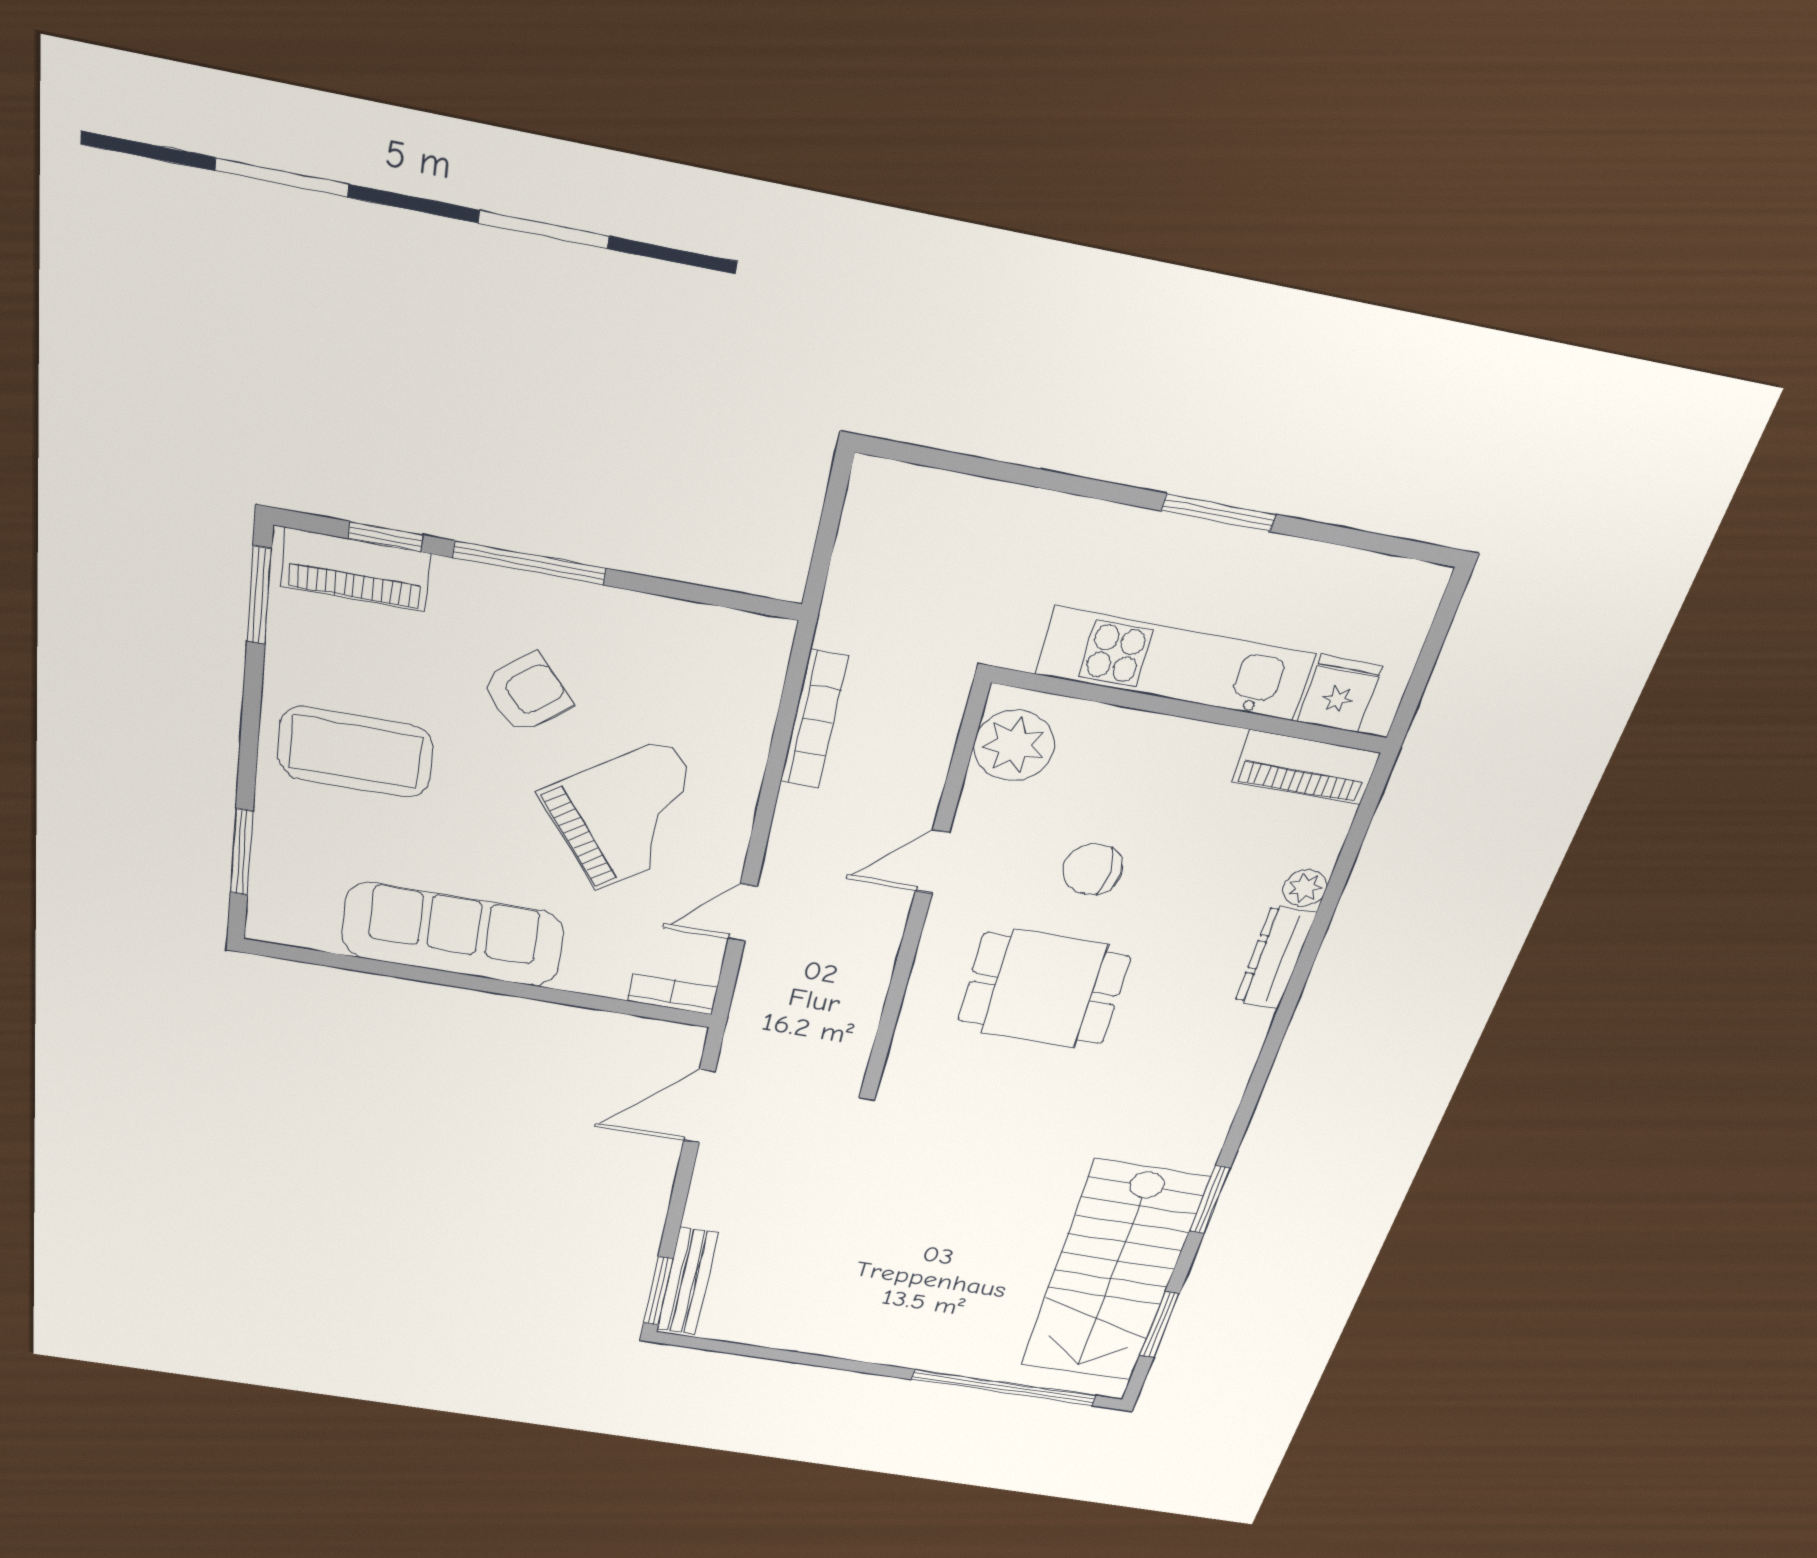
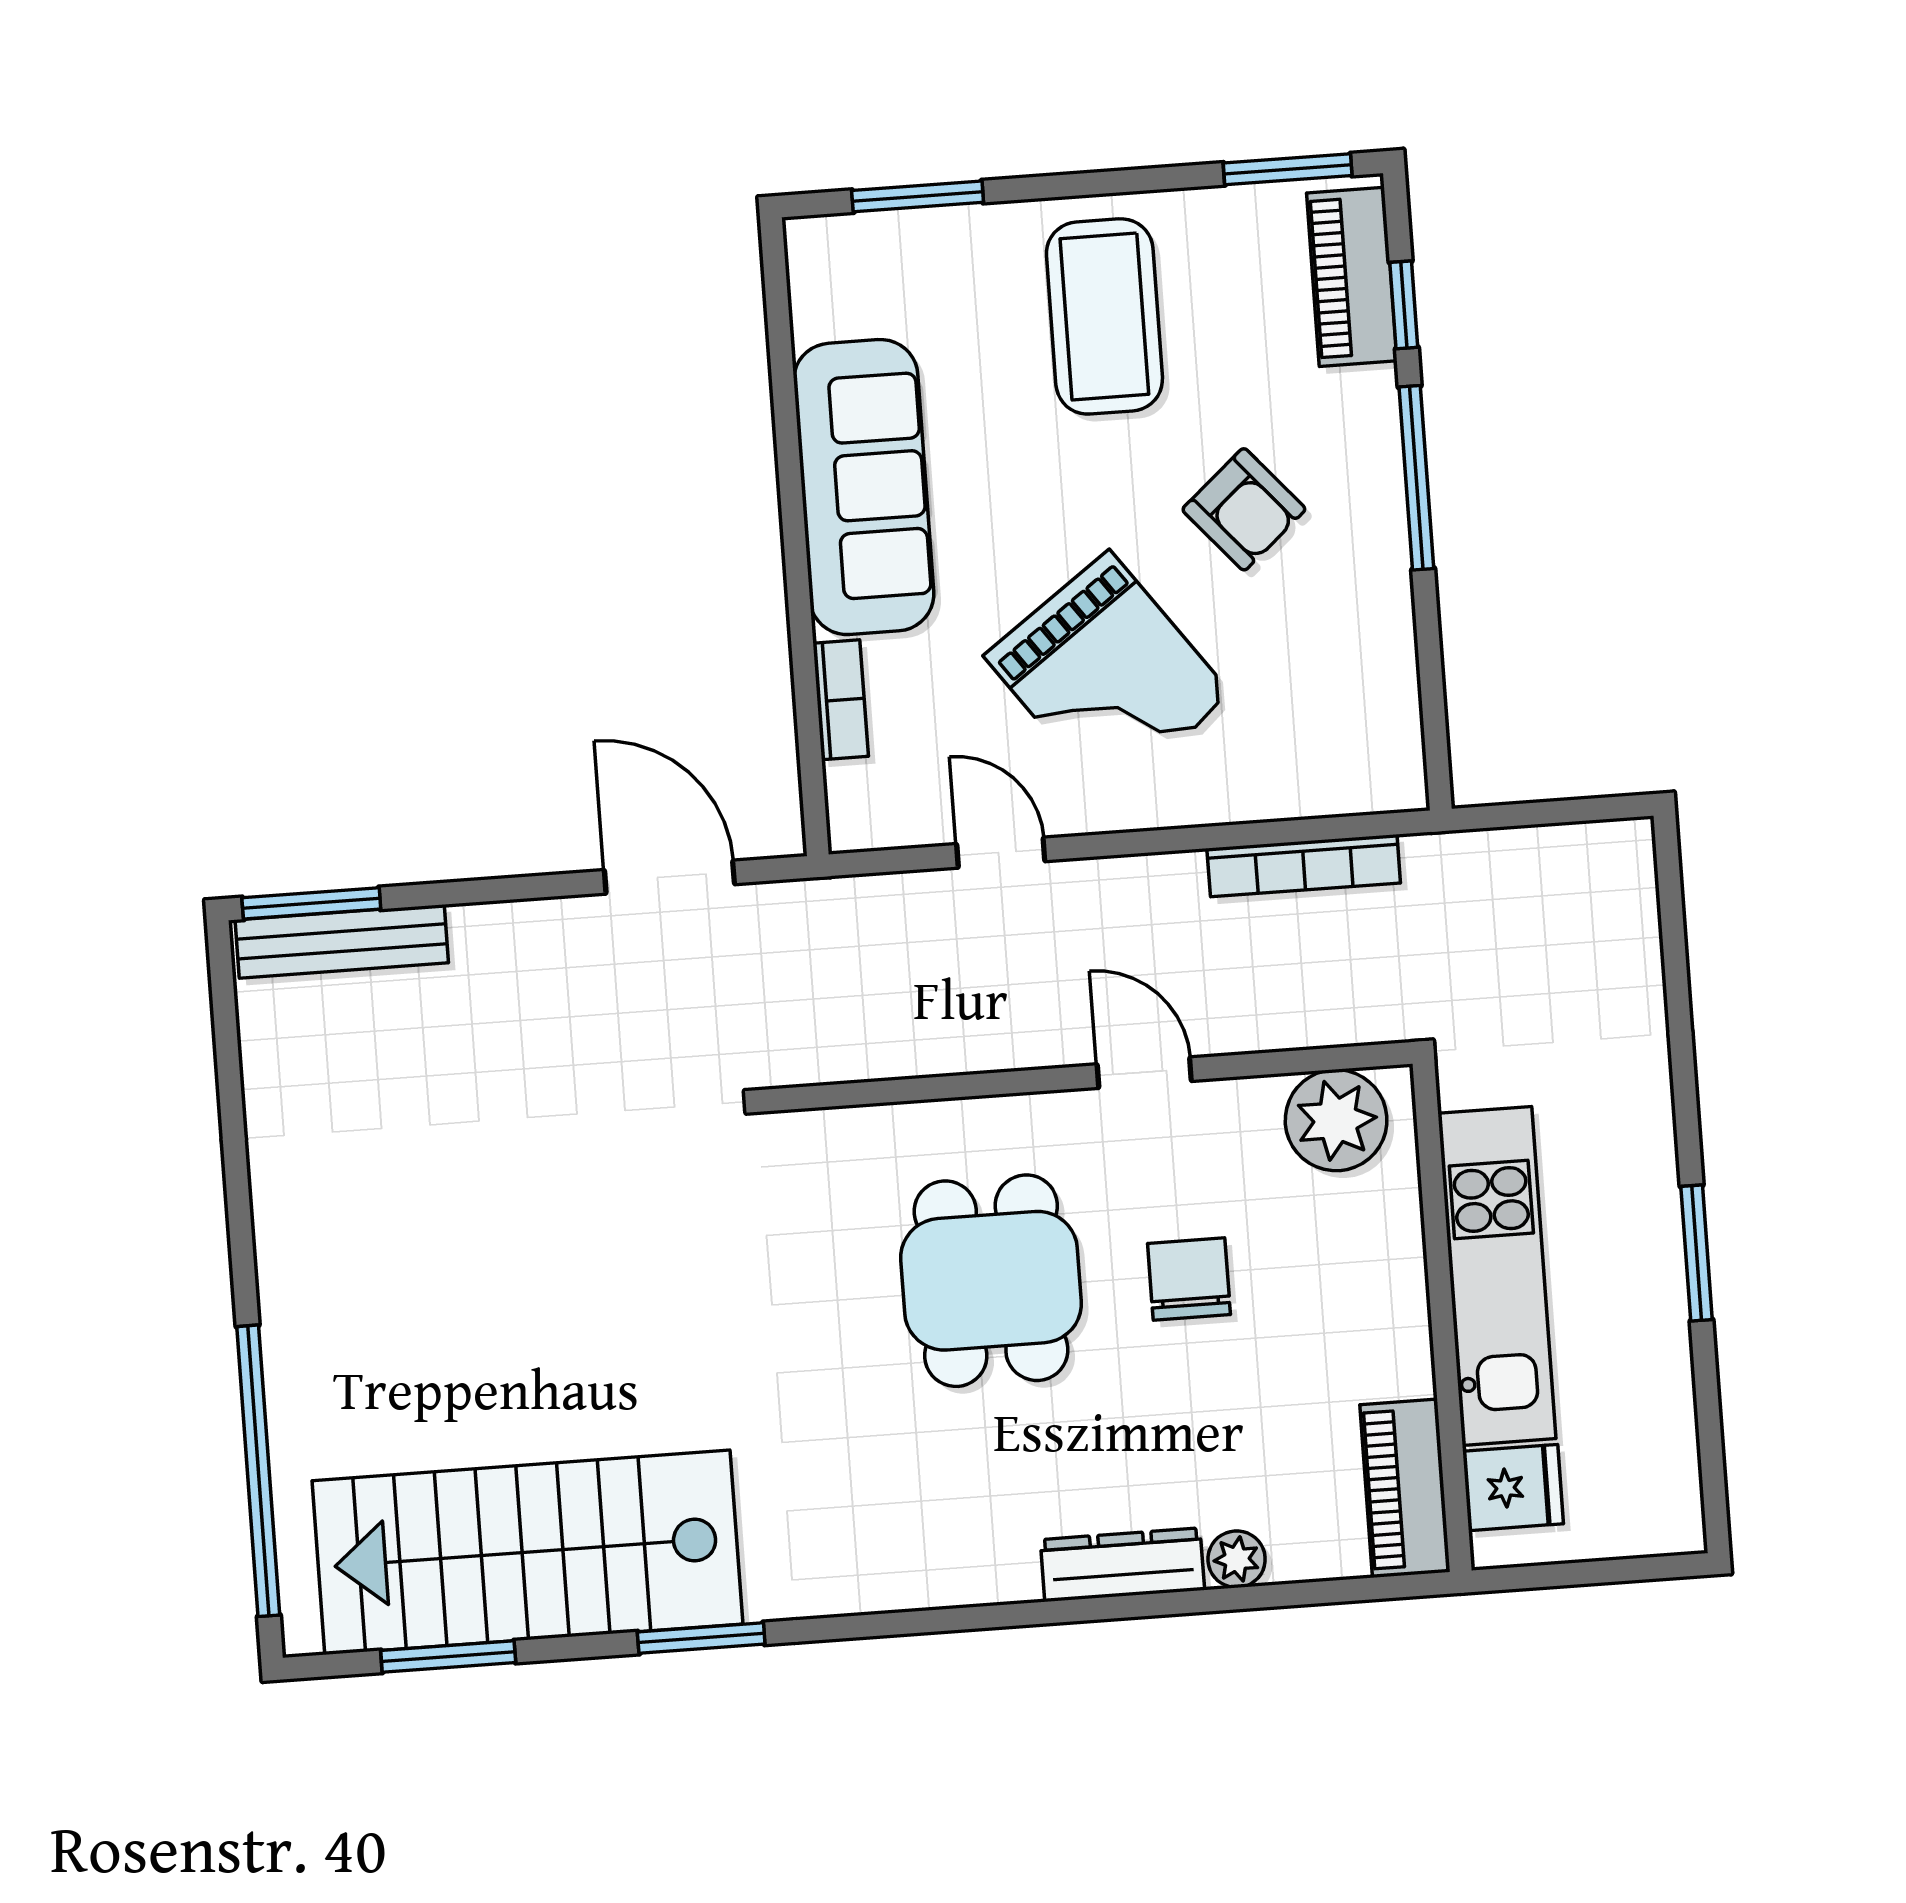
bookcase: (673, 994) -> (841, 700), moved

